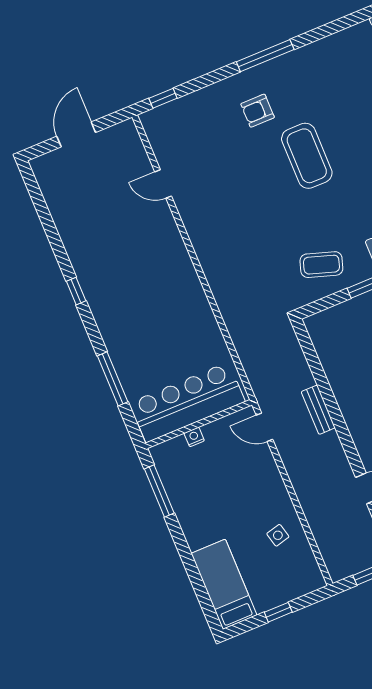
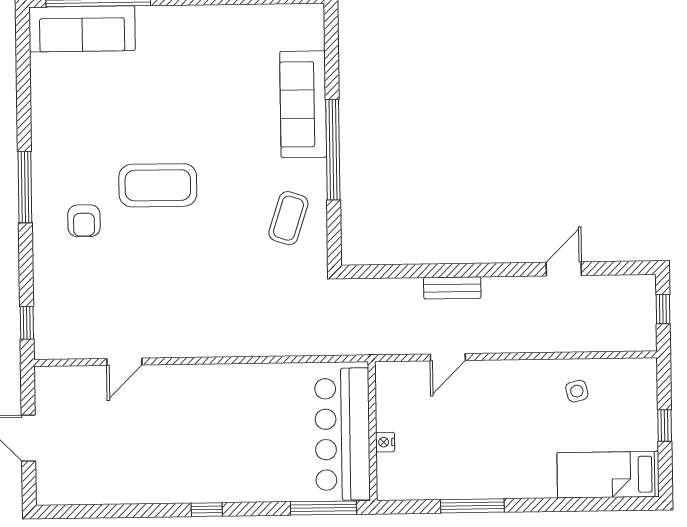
bar counter: (187, 402) -> (342, 434), moved
wall: (199, 424) -> (373, 431), moved
nightstand: (194, 437) -> (385, 442), moved

